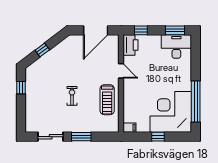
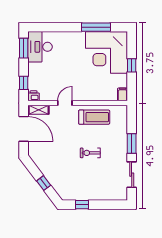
shelving: (114, 45) -> (39, 110), added
printer: (131, 45) -> (34, 96), width x0.53, depth x0.68
window: (196, 102) -> (96, 27), width x0.68

